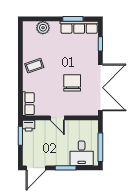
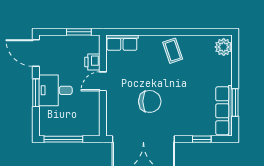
plant: (43, 28) -> (224, 47), moved
printer: (29, 126) -> (92, 62), moved
desk: (82, 153) -> (55, 90), moved

